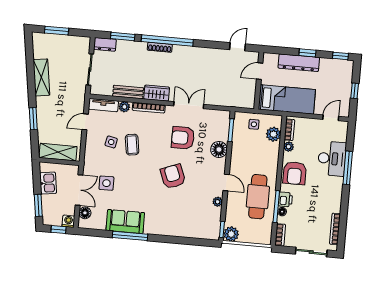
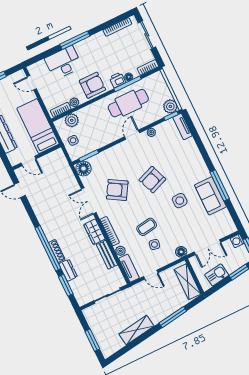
dresser: (105, 44) -> (68, 270), moved
window: (33, 119) -> (173, 317), width x1.44
armchair: (183, 138) -> (117, 190), turned 121
floor lamp: (219, 149) -> (84, 169), moved
window: (348, 168) -> (75, 40), moved
side table: (106, 183) -> (180, 201), moved
double door: (79, 190) -> (207, 247), swing flipped
floor lamp: (85, 213) -> (181, 252), moved
tv unit: (206, 234) -> (182, 127), added

